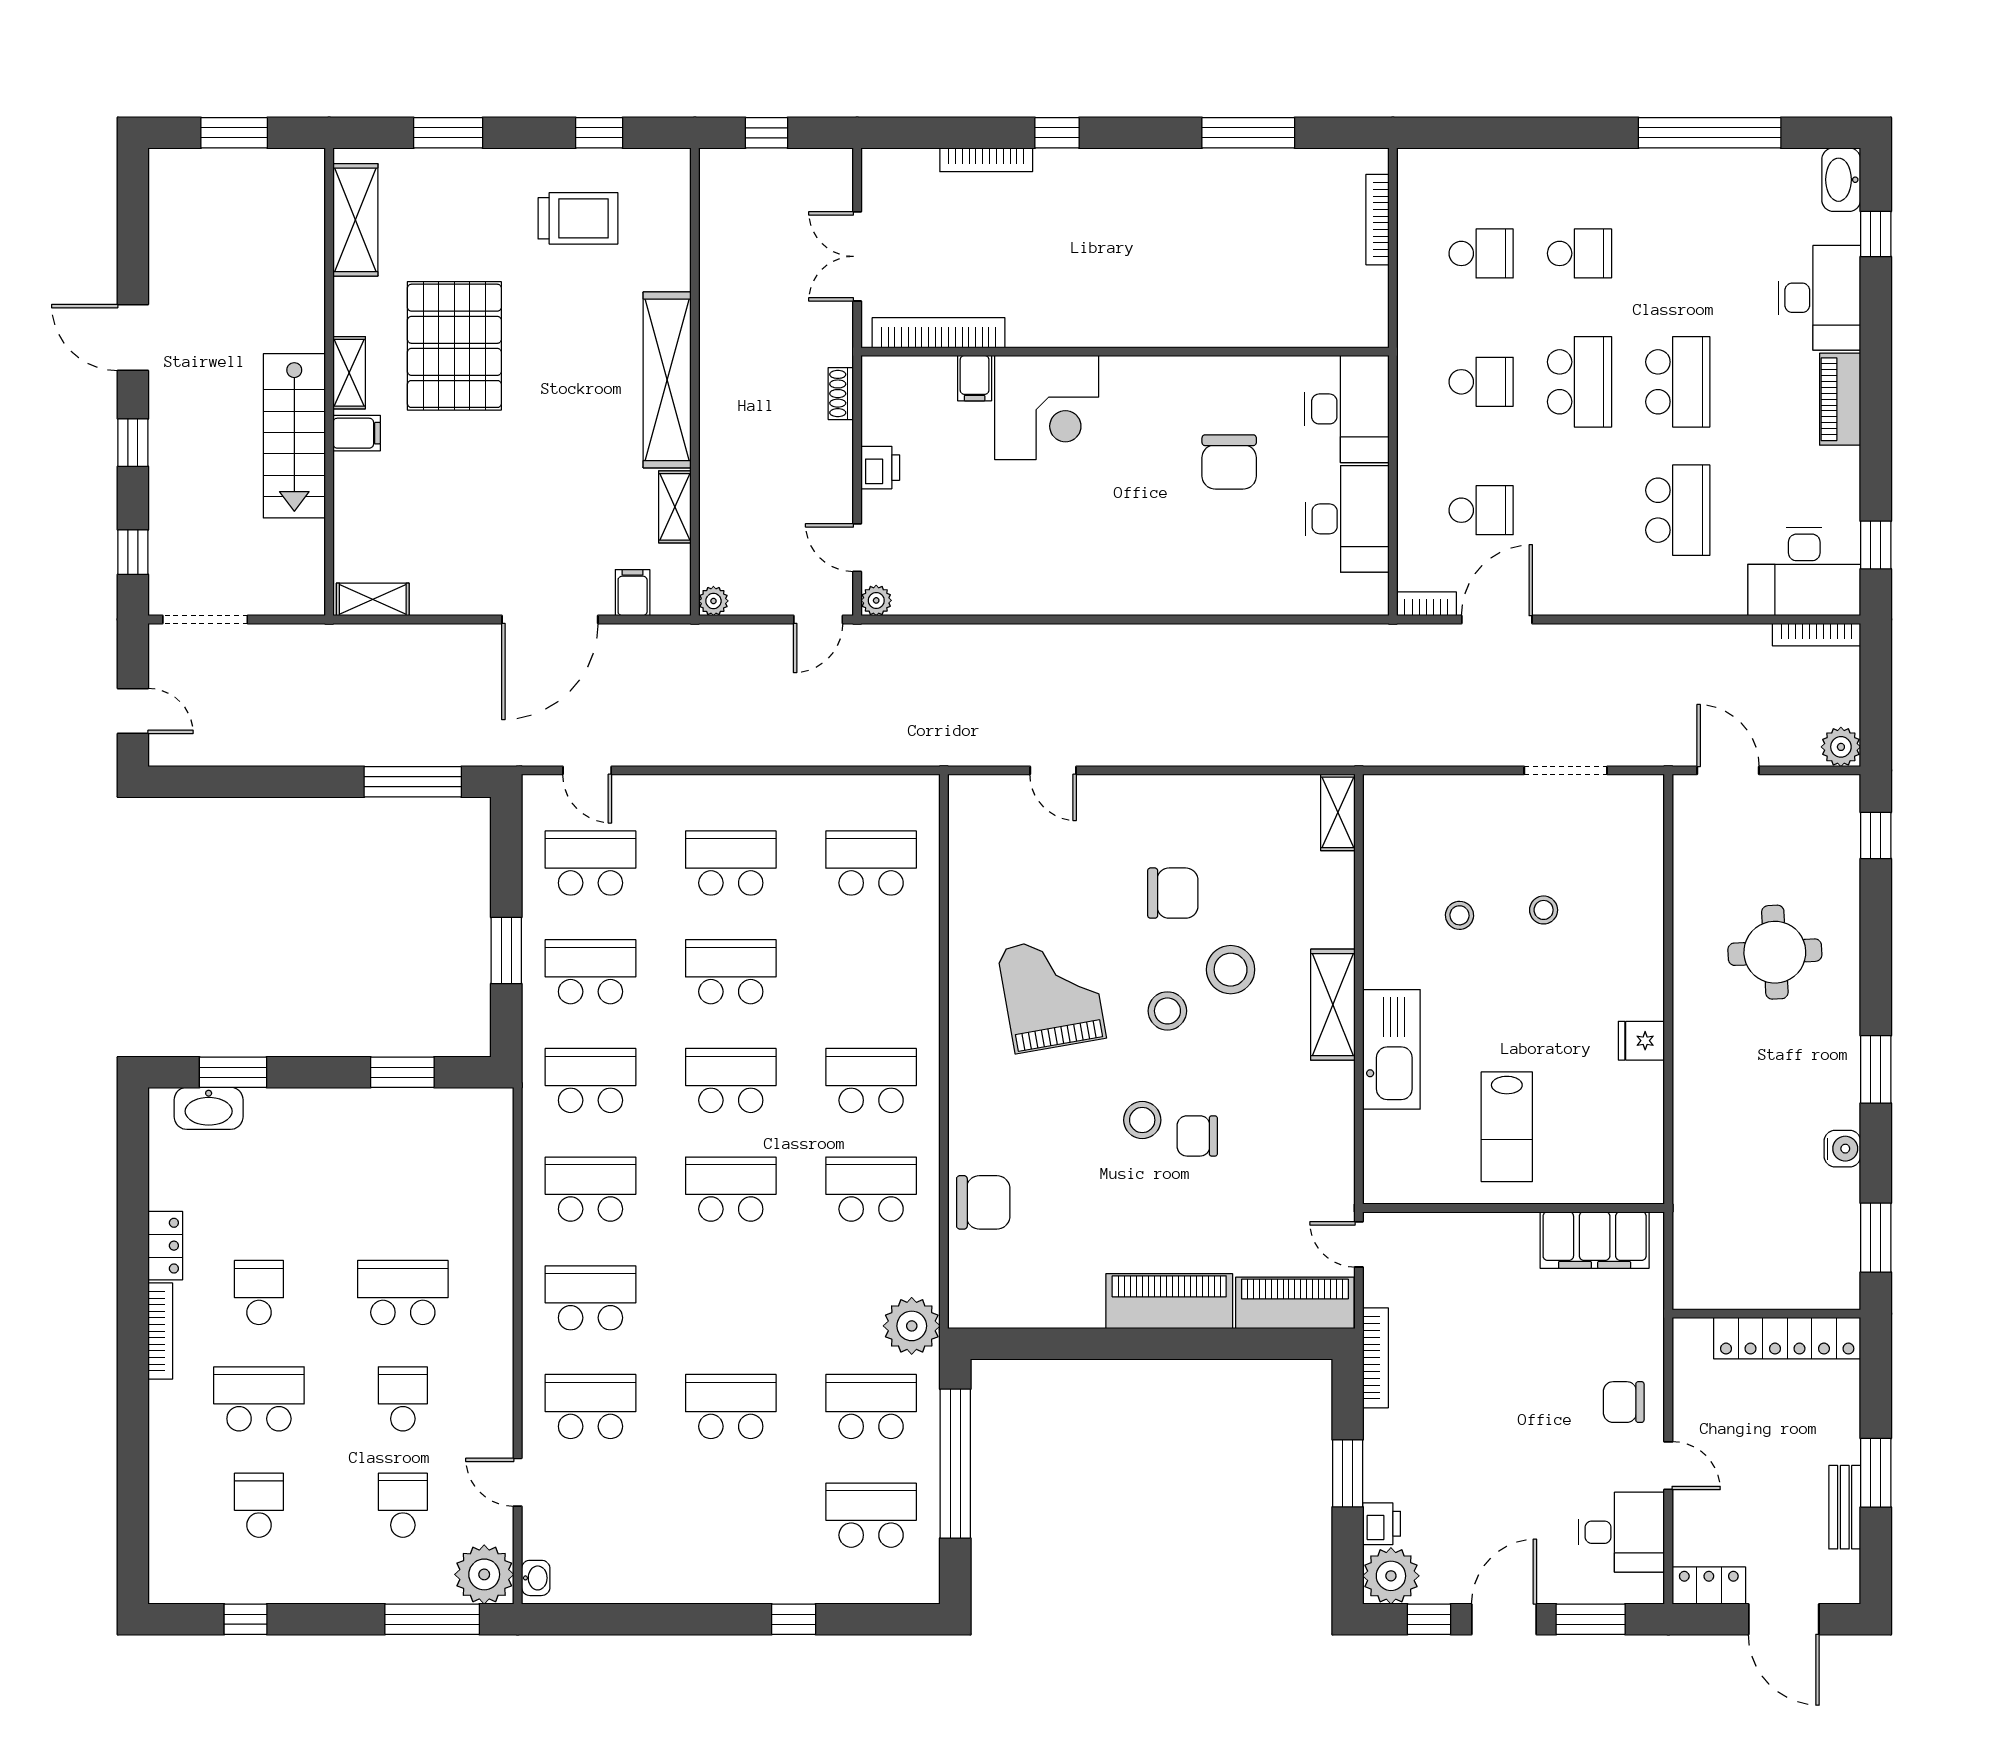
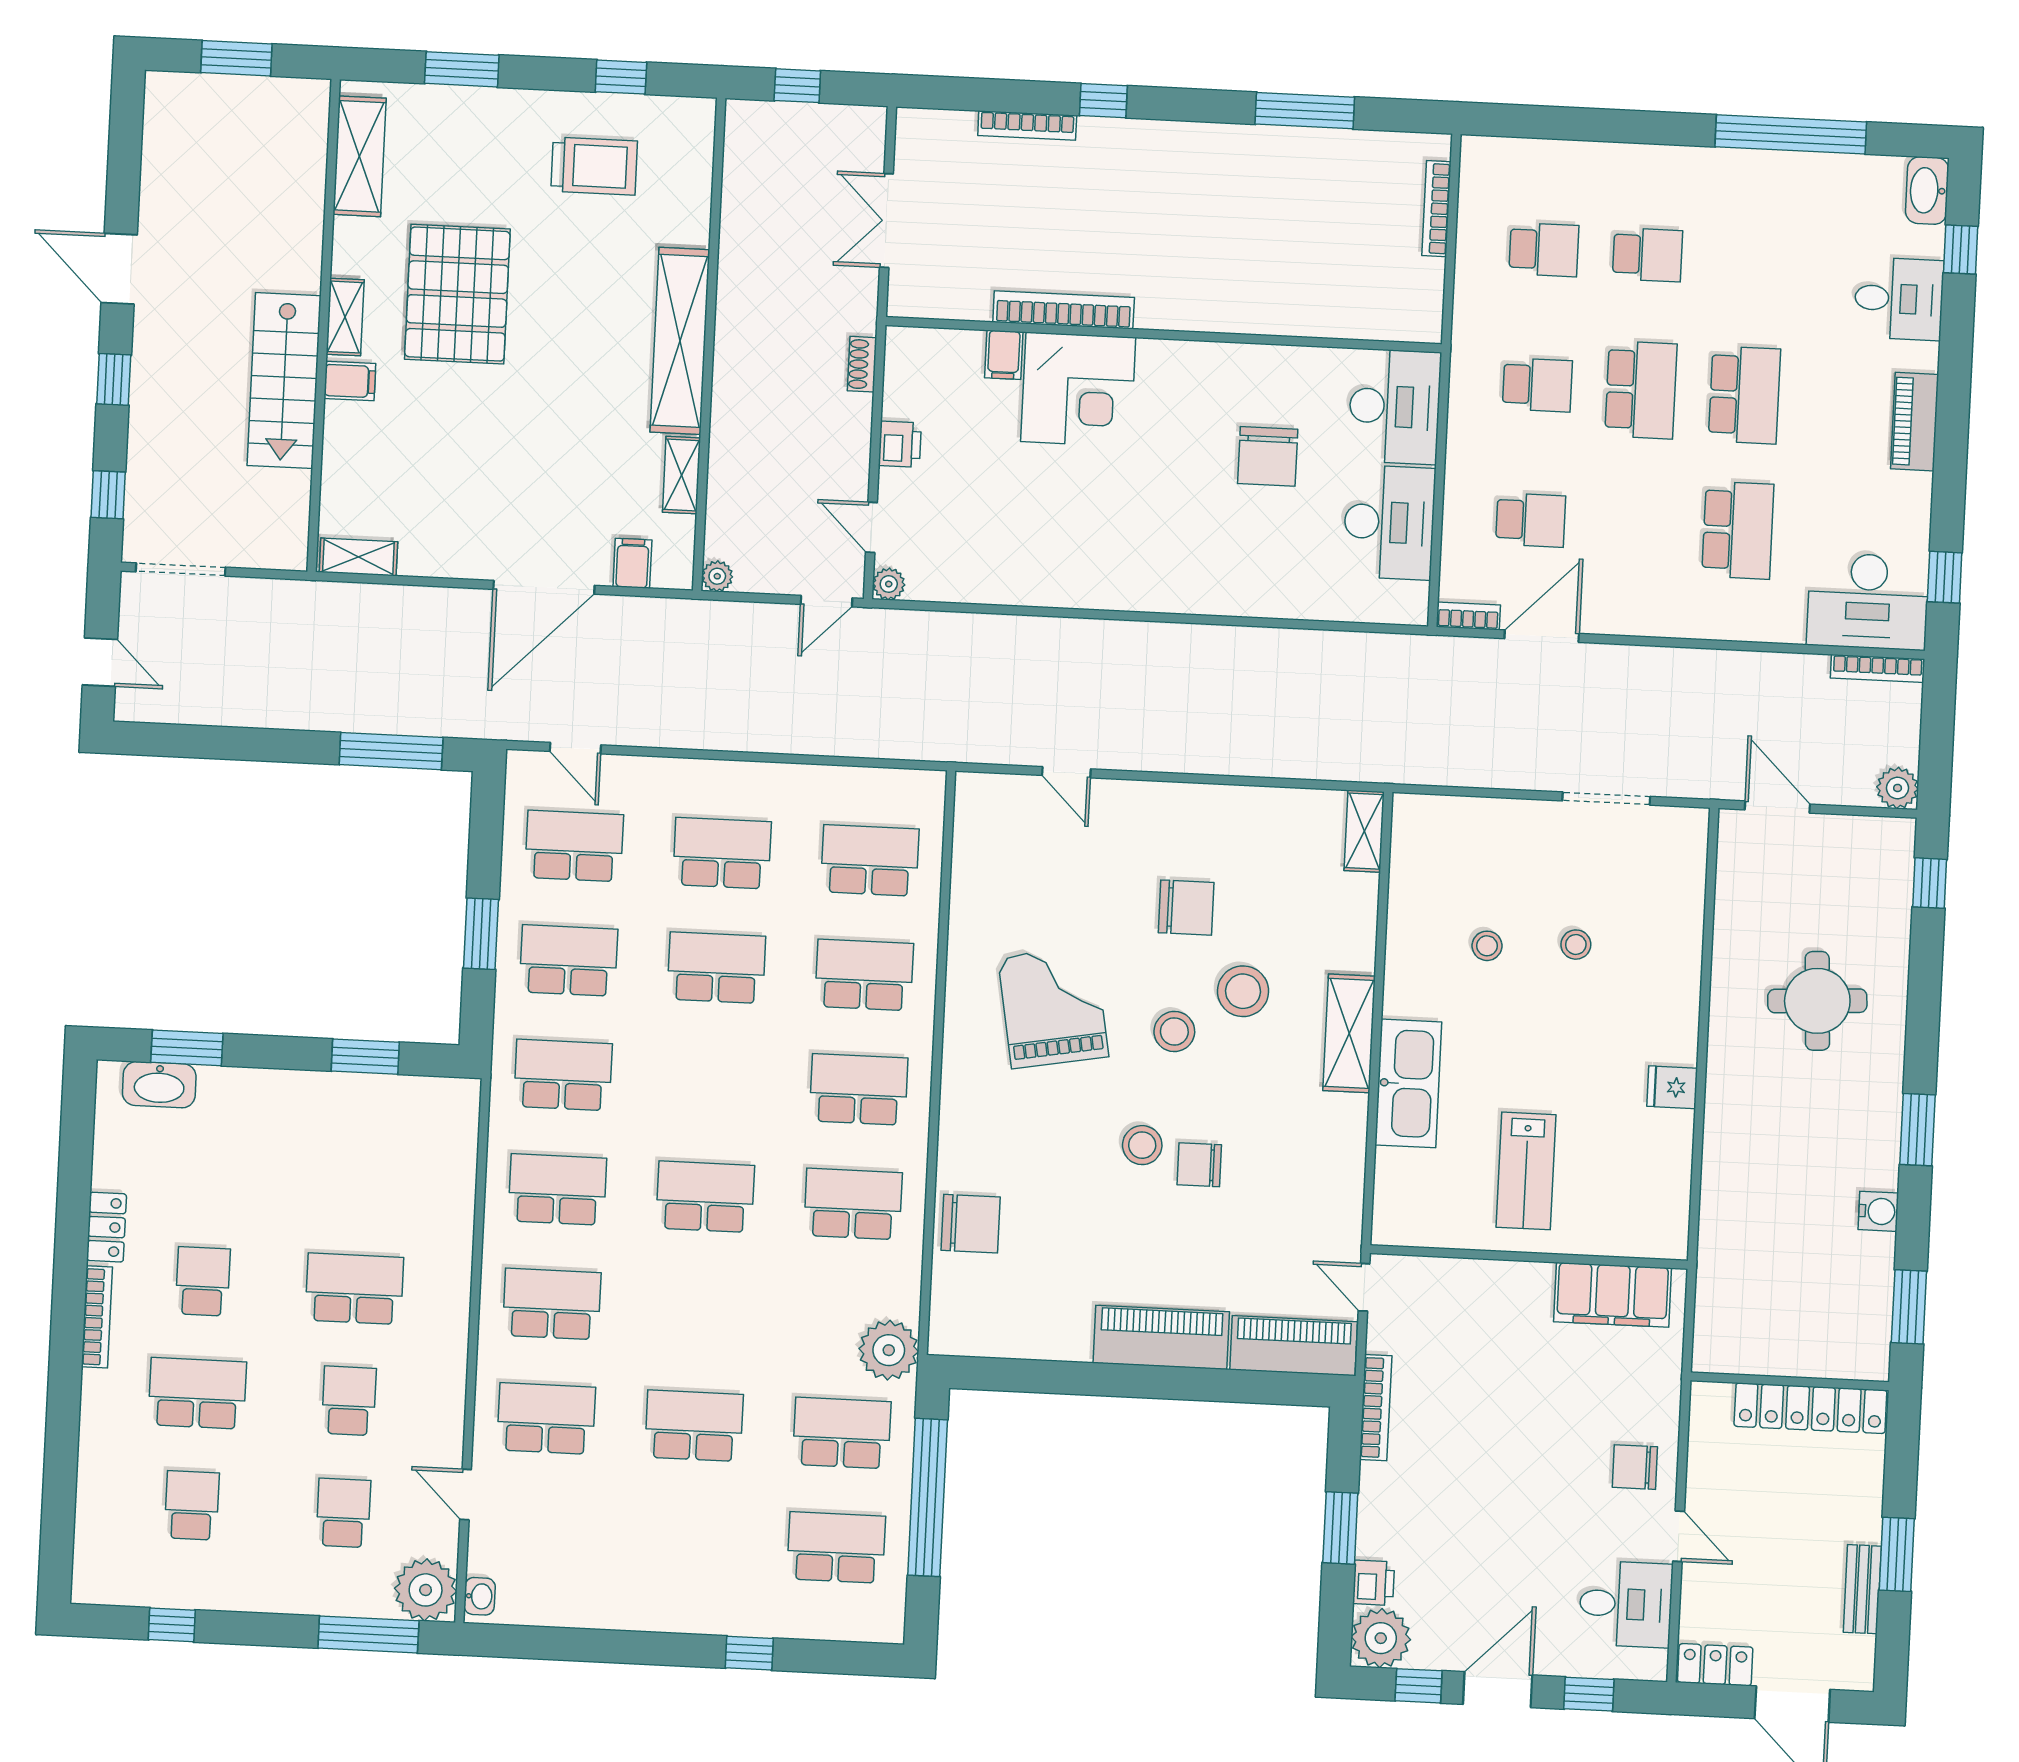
desk: (1819, 298) -> (1899, 299), width x0.73
bookcase: (939, 333) -> (1064, 310), moved
school desk: (731, 1080) -> (864, 975), moved
window: (1591, 1619) -> (1589, 1694), width x0.67

